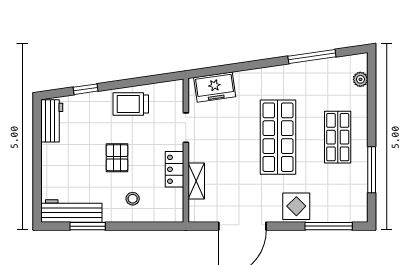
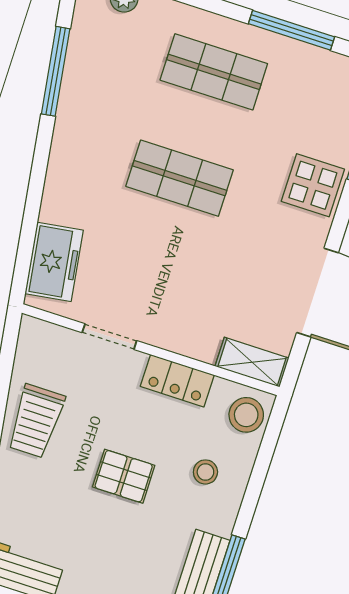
shop shelf: (278, 137) -> (180, 178), width x0.70, depth x0.74
shelving: (196, 181) -> (252, 362), moved
stool: (168, 210) -> (246, 415), added

